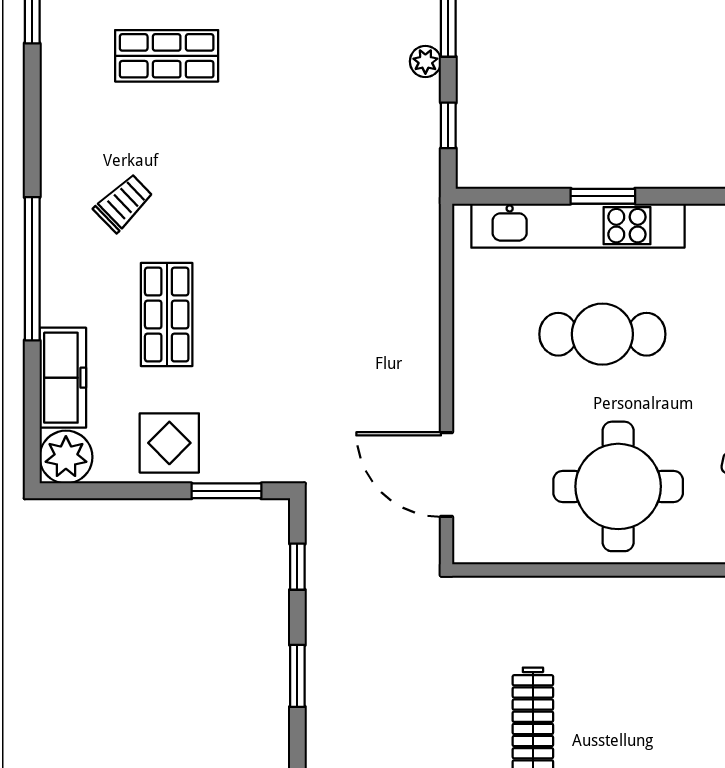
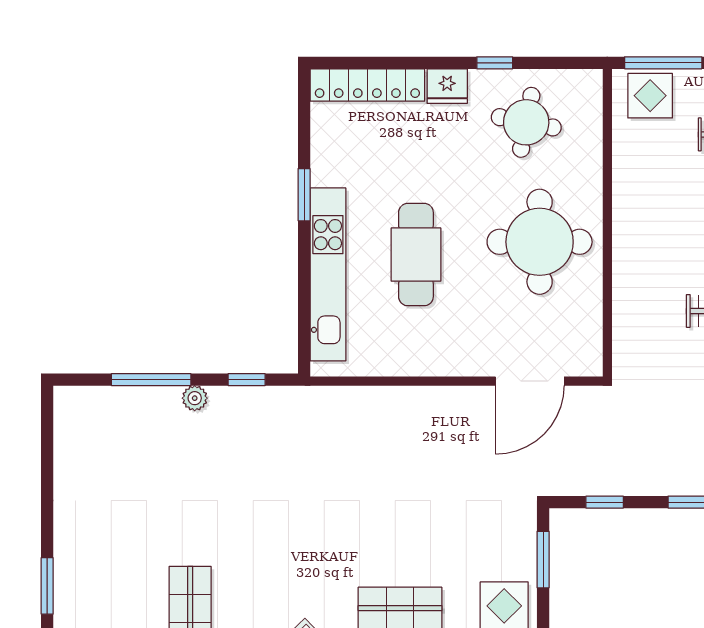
window: (603, 196) -> (304, 195), moved

